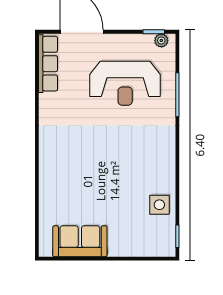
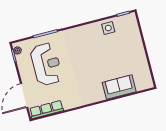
sofa: (80, 241) -> (119, 87), moved, turned 90

